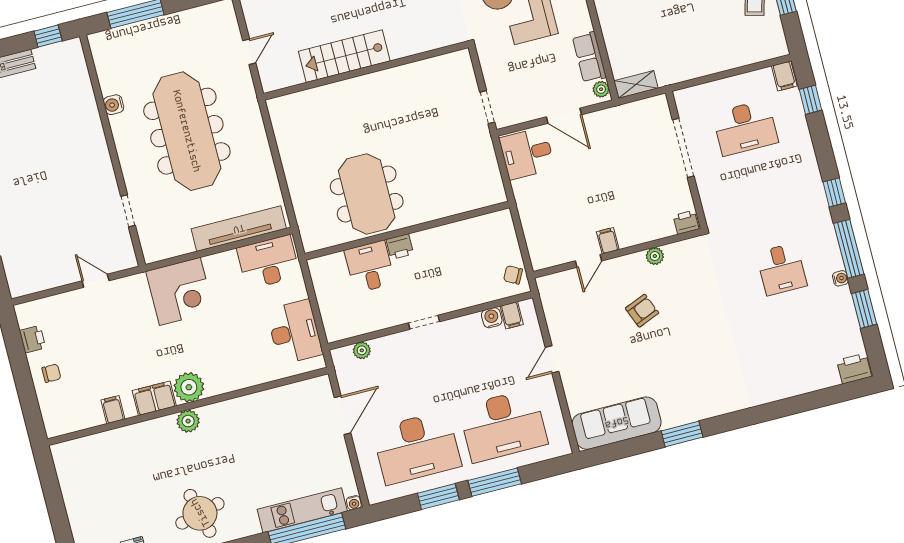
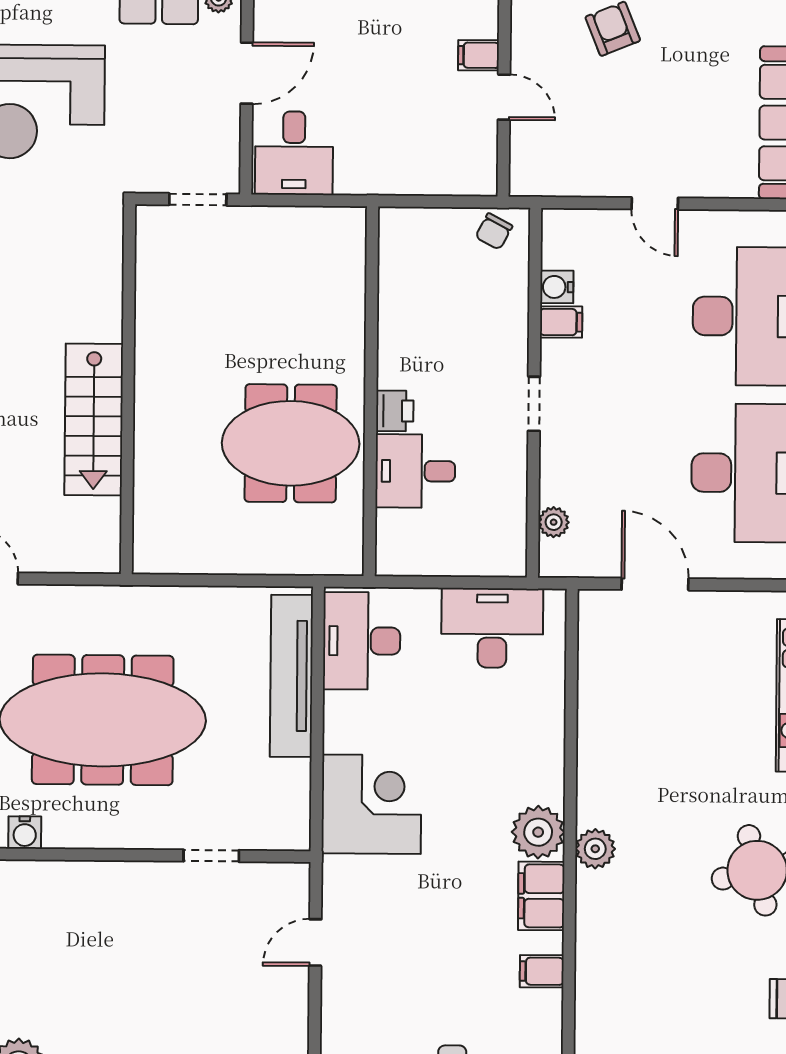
stairs: (344, 56) -> (94, 420), moved
wall: (366, 71) -> (128, 389), moved
filing cabinet: (512, 315) -> (561, 322), moved

